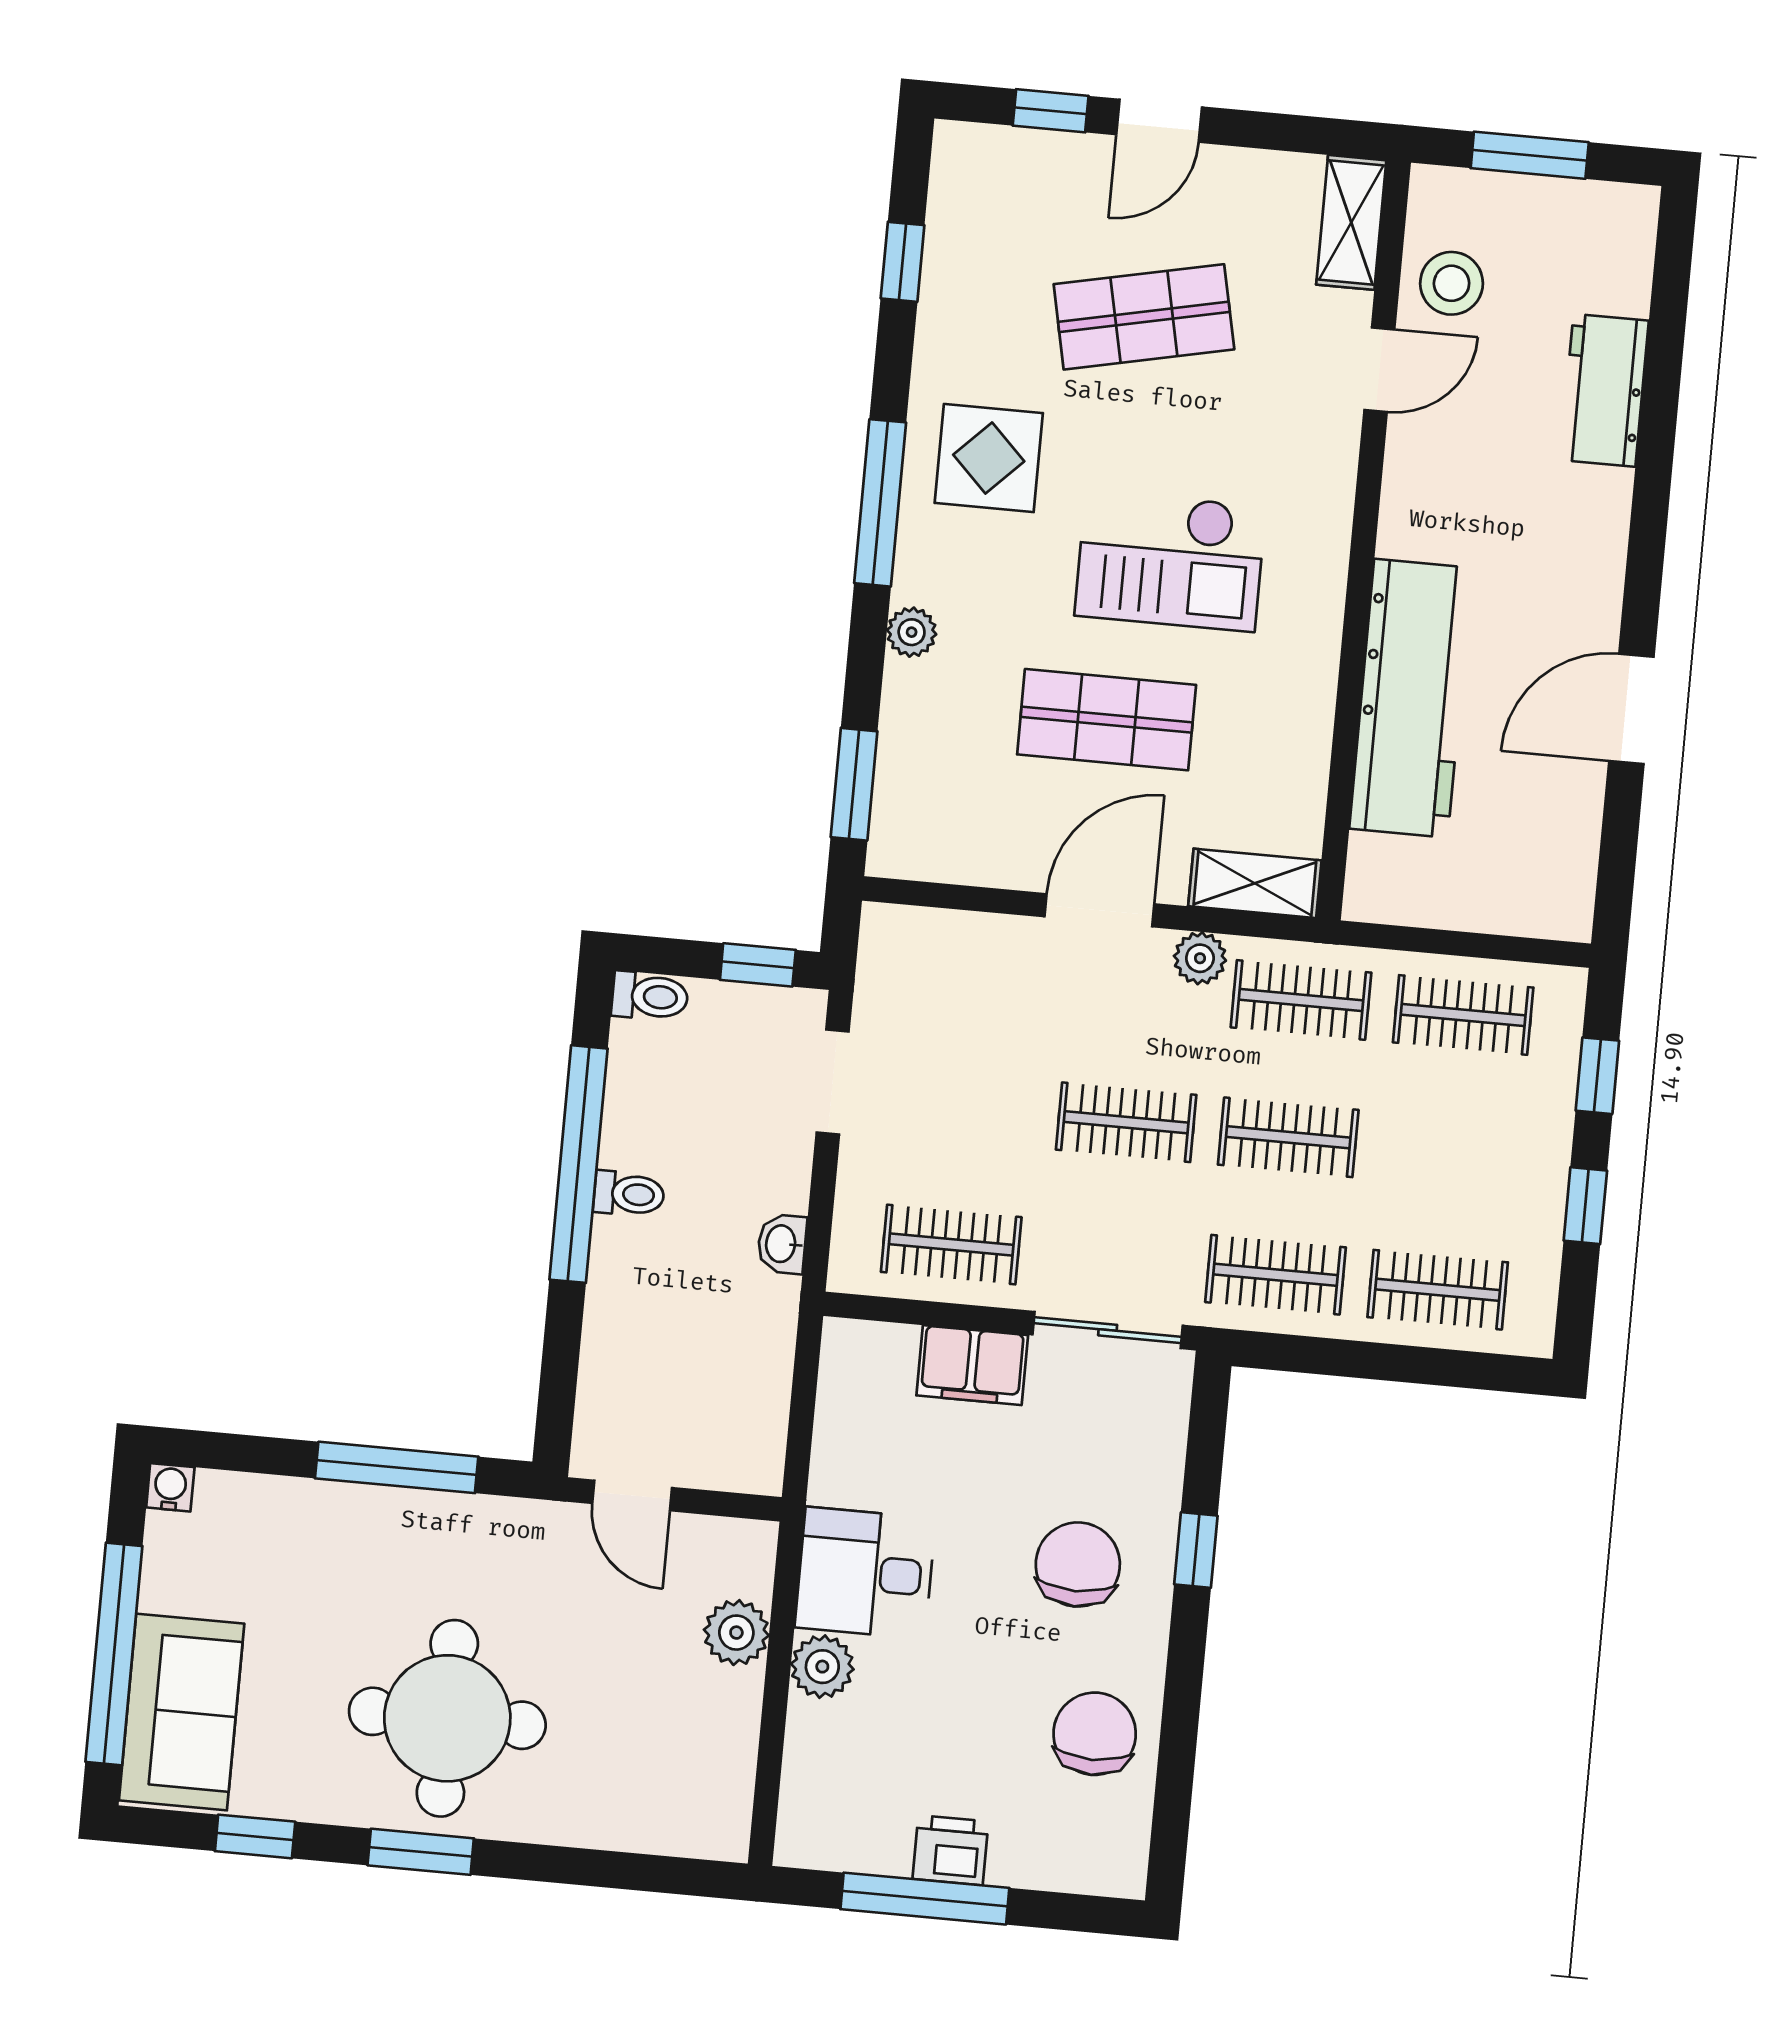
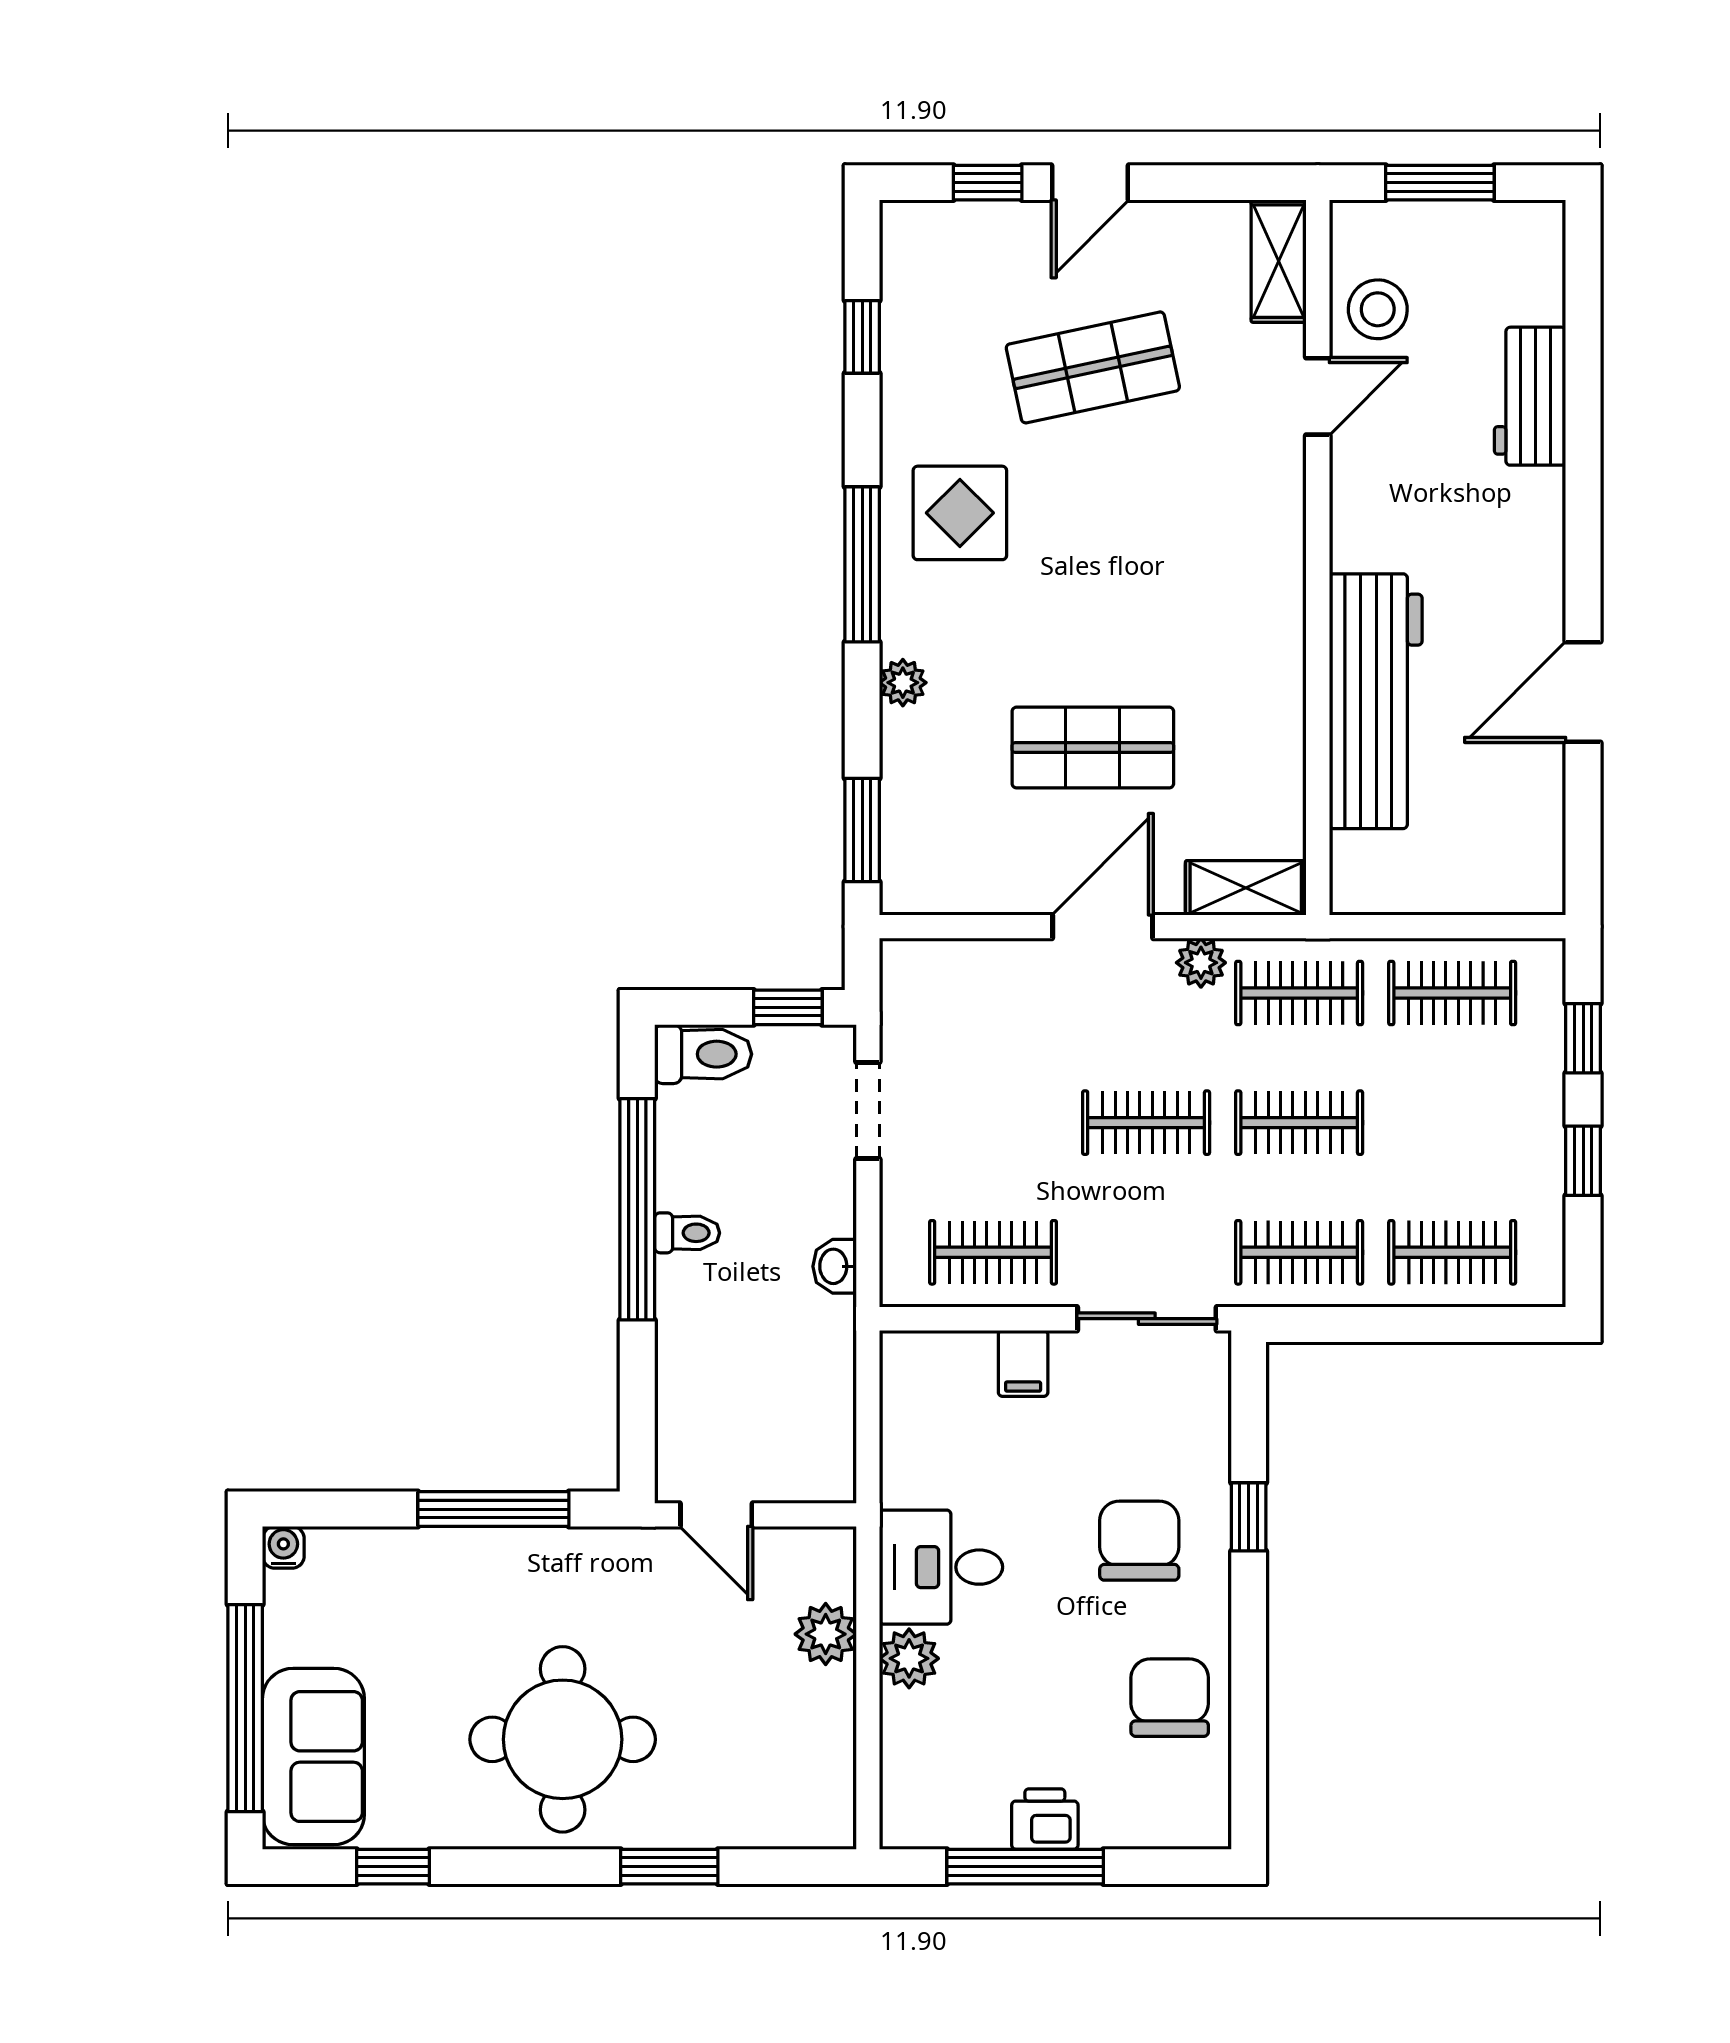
checkout: (1170, 561) -> (1139, 593), removed
toilet: (650, 996) -> (703, 1054), width x1.37, depth x1.39
filing cabinet: (972, 1365) -> (1023, 1363), width x0.50
window: (421, 1852) -> (669, 1867), moved

